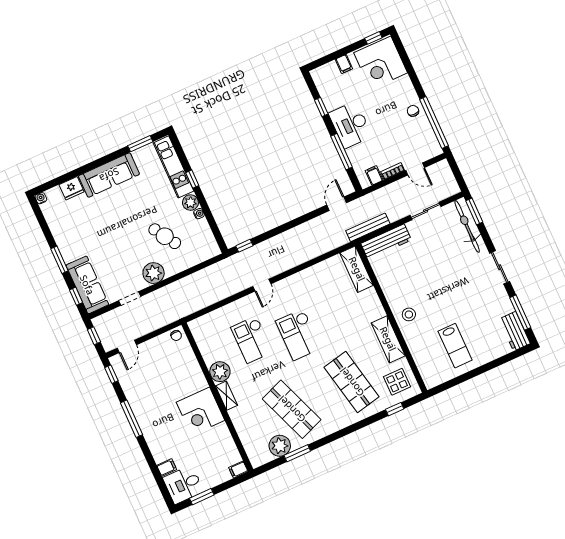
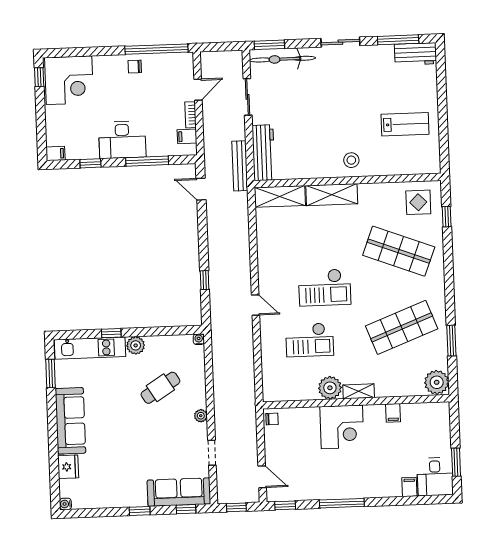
filing cabinet: (344, 64) -> (55, 154), moved
water cooler: (199, 214) -> (199, 339), moved
window: (244, 246) -> (205, 280), moved
window: (59, 260) -> (140, 511), width x0.67
plant: (154, 273) -> (201, 416), width x0.53, depth x0.53
shelving: (388, 339) -> (332, 195), moved
shop shelf: (352, 382) -> (399, 251), turned 33
corner desk: (201, 411) -> (342, 427), moved
plant: (280, 446) -> (437, 382), moved
filing cabinet: (238, 470) -> (393, 413), moved

